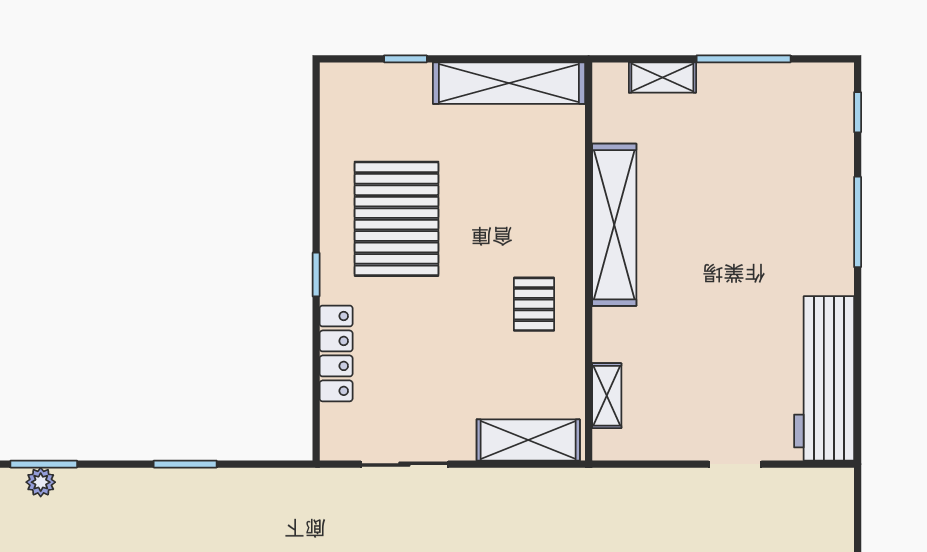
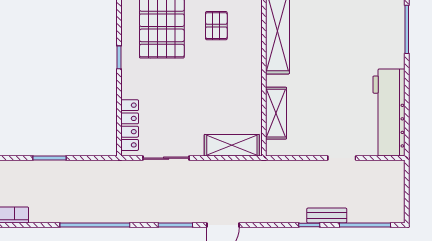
pallet: (534, 304) -> (216, 26), moved
locker: (336, 353) -> (130, 125), moved
shelving: (607, 396) -> (276, 113), width x1.50, depth x1.33

